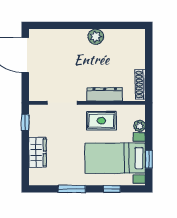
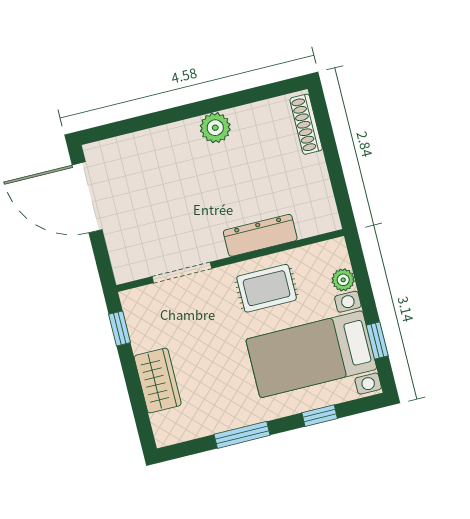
shoe rack: (140, 85) -> (306, 124), moved

